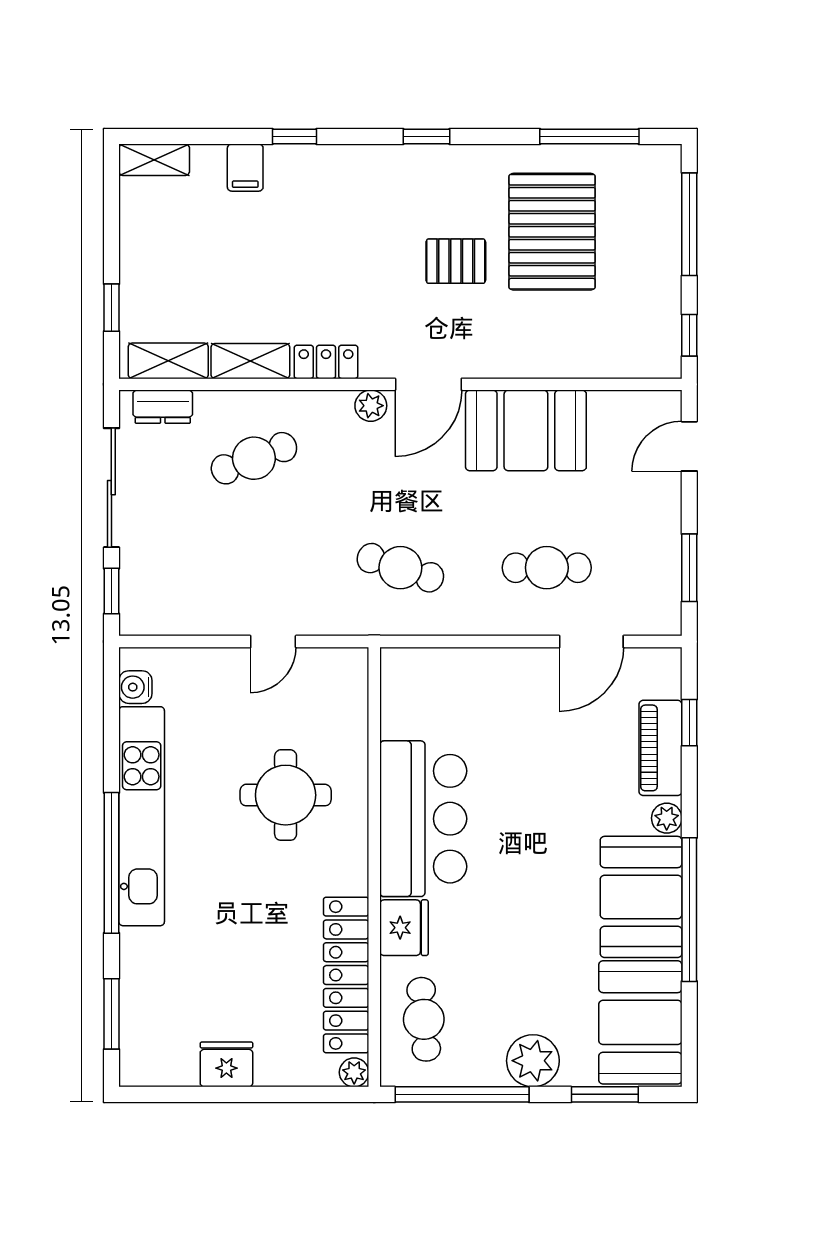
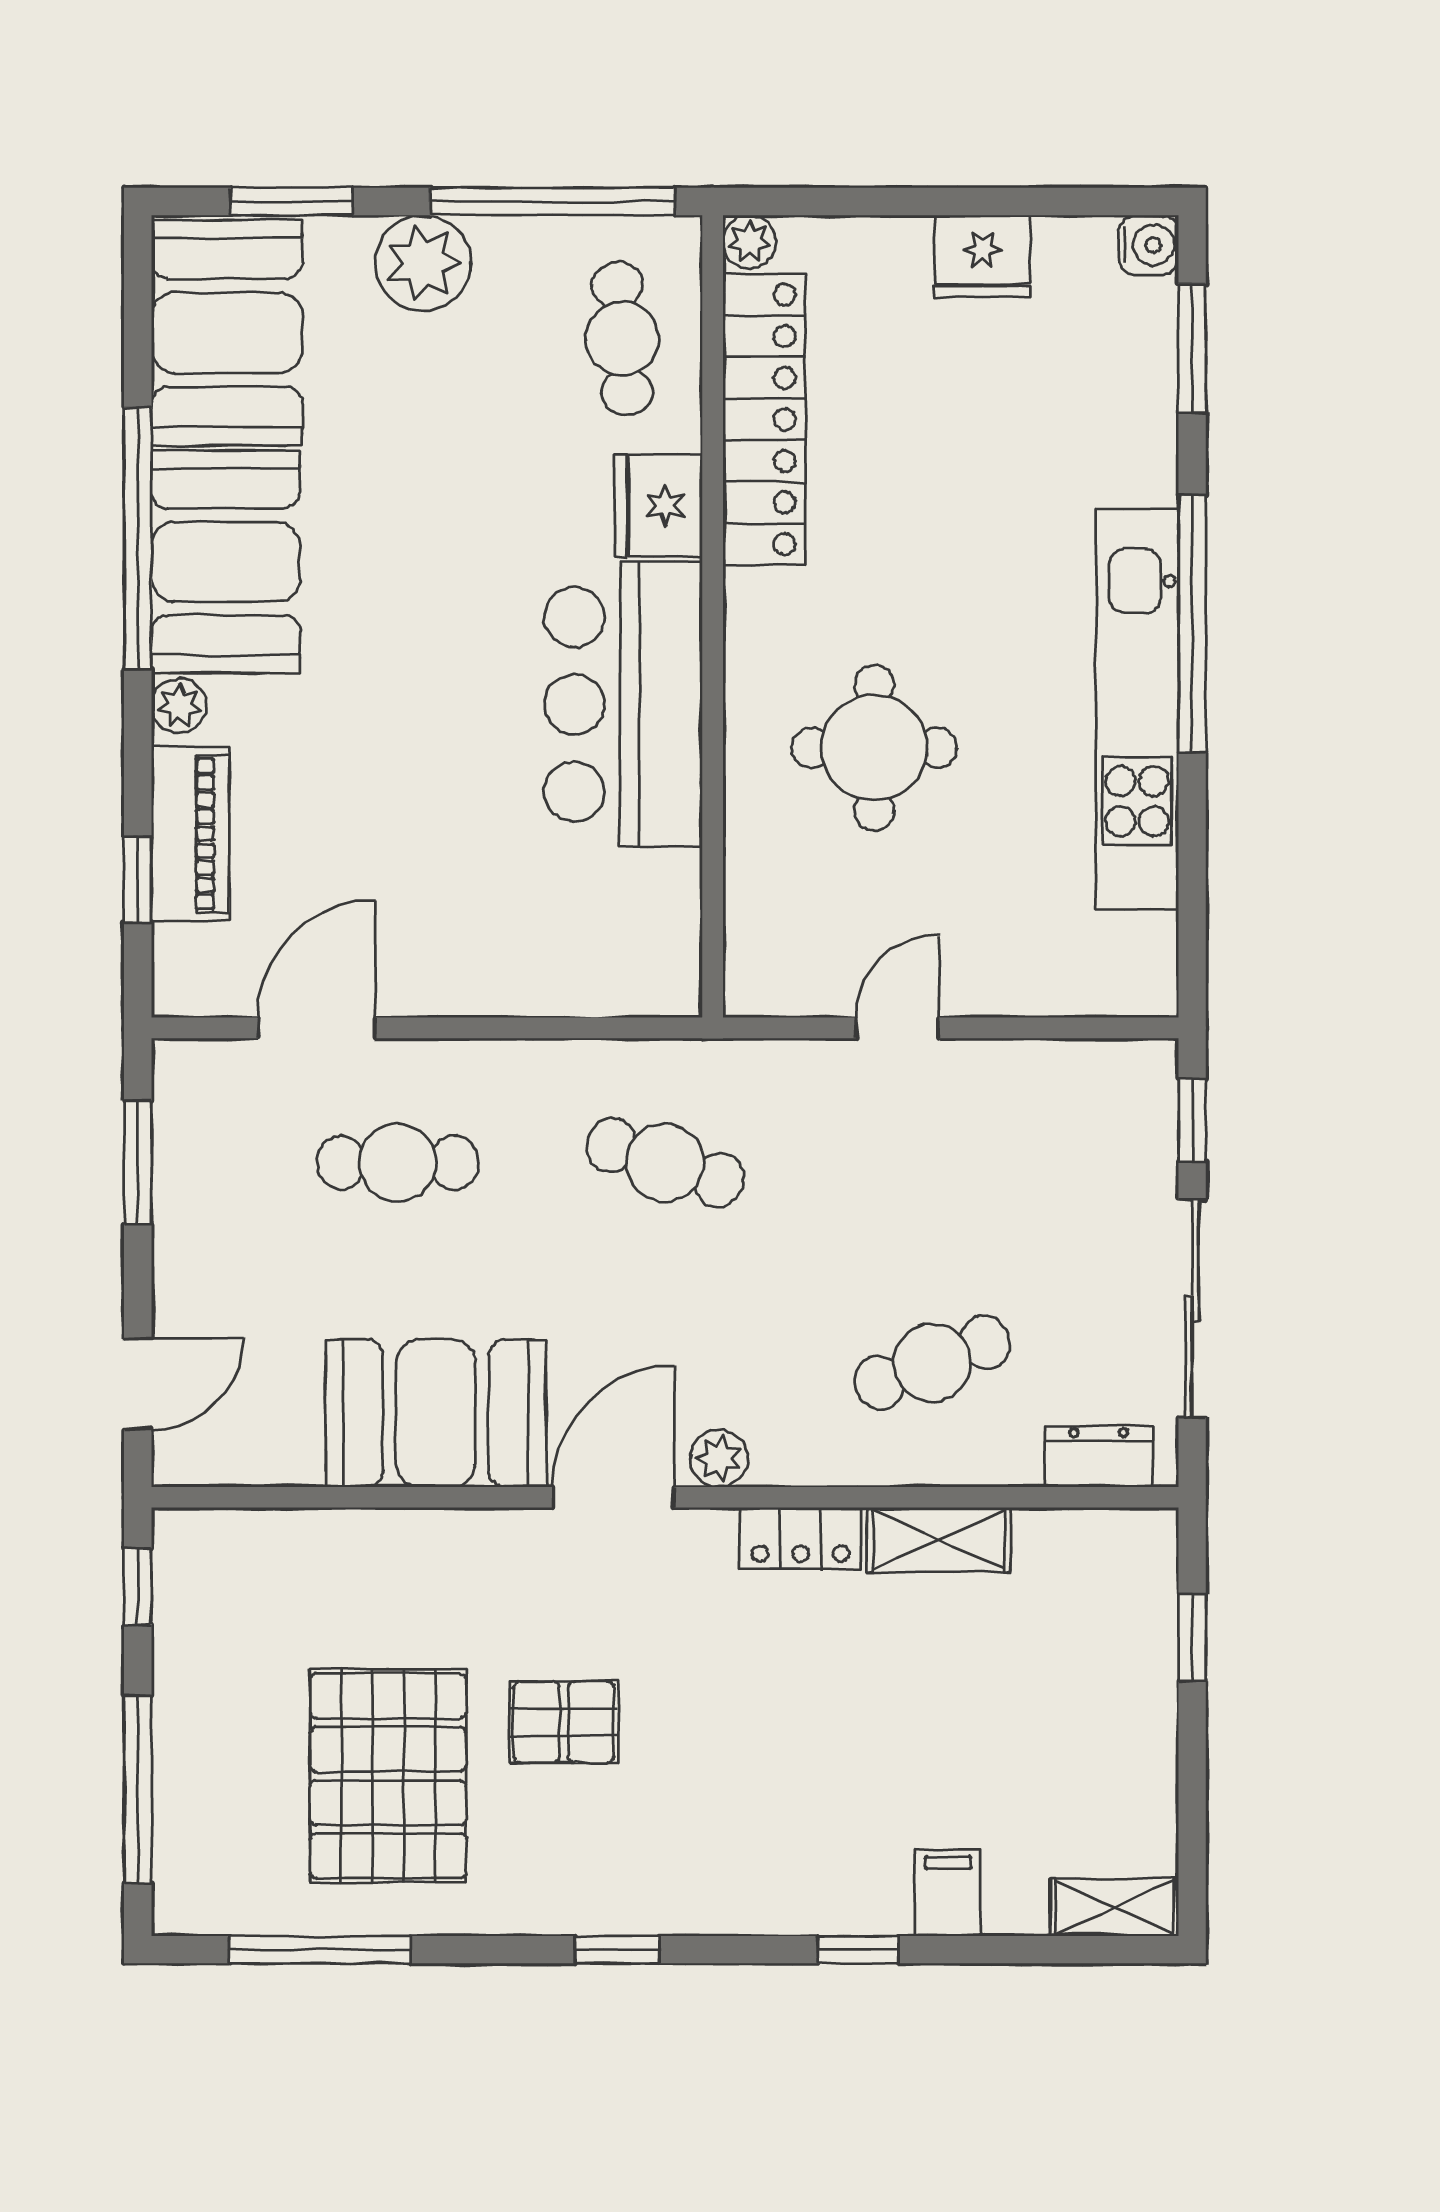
shelving: (168, 361) -> (1089, 1540), removed
water cooler: (135, 687) -> (1148, 245), moved

